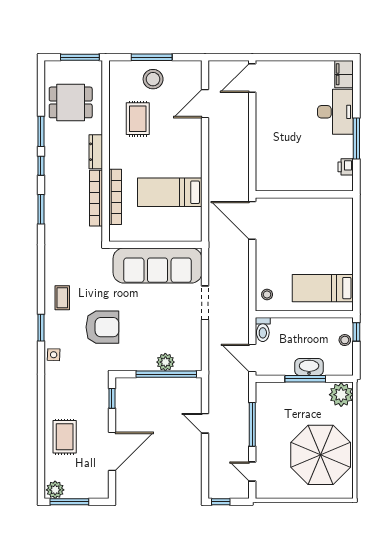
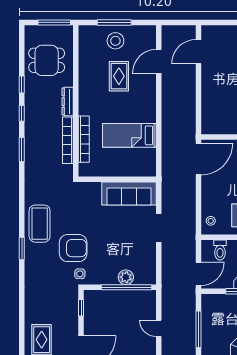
door: (252, 78) -> (198, 52), moved
rug: (138, 119) -> (119, 76), moved
window: (41, 131) -> (22, 84), width x0.67
door: (252, 220) -> (198, 159), swing flipped
sofa: (158, 266) -> (129, 193), width x0.74, depth x0.79
coffee table: (62, 298) -> (40, 224), width x1.86, depth x1.72
toilet: (263, 329) -> (220, 250), moved
side table: (54, 355) -> (80, 274), moved
door: (252, 358) -> (198, 274), swing flipped

